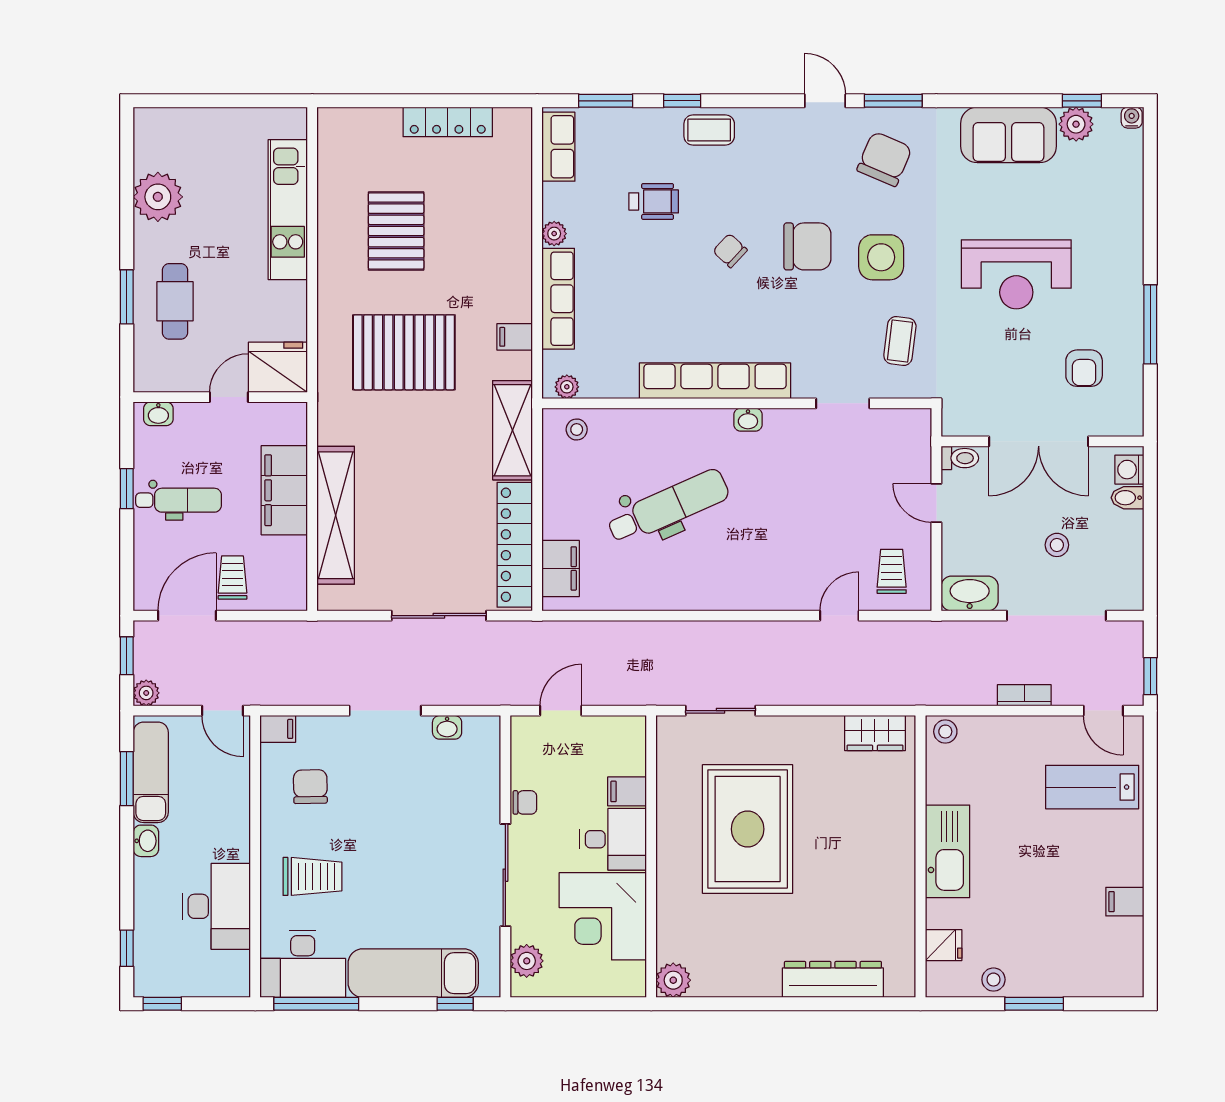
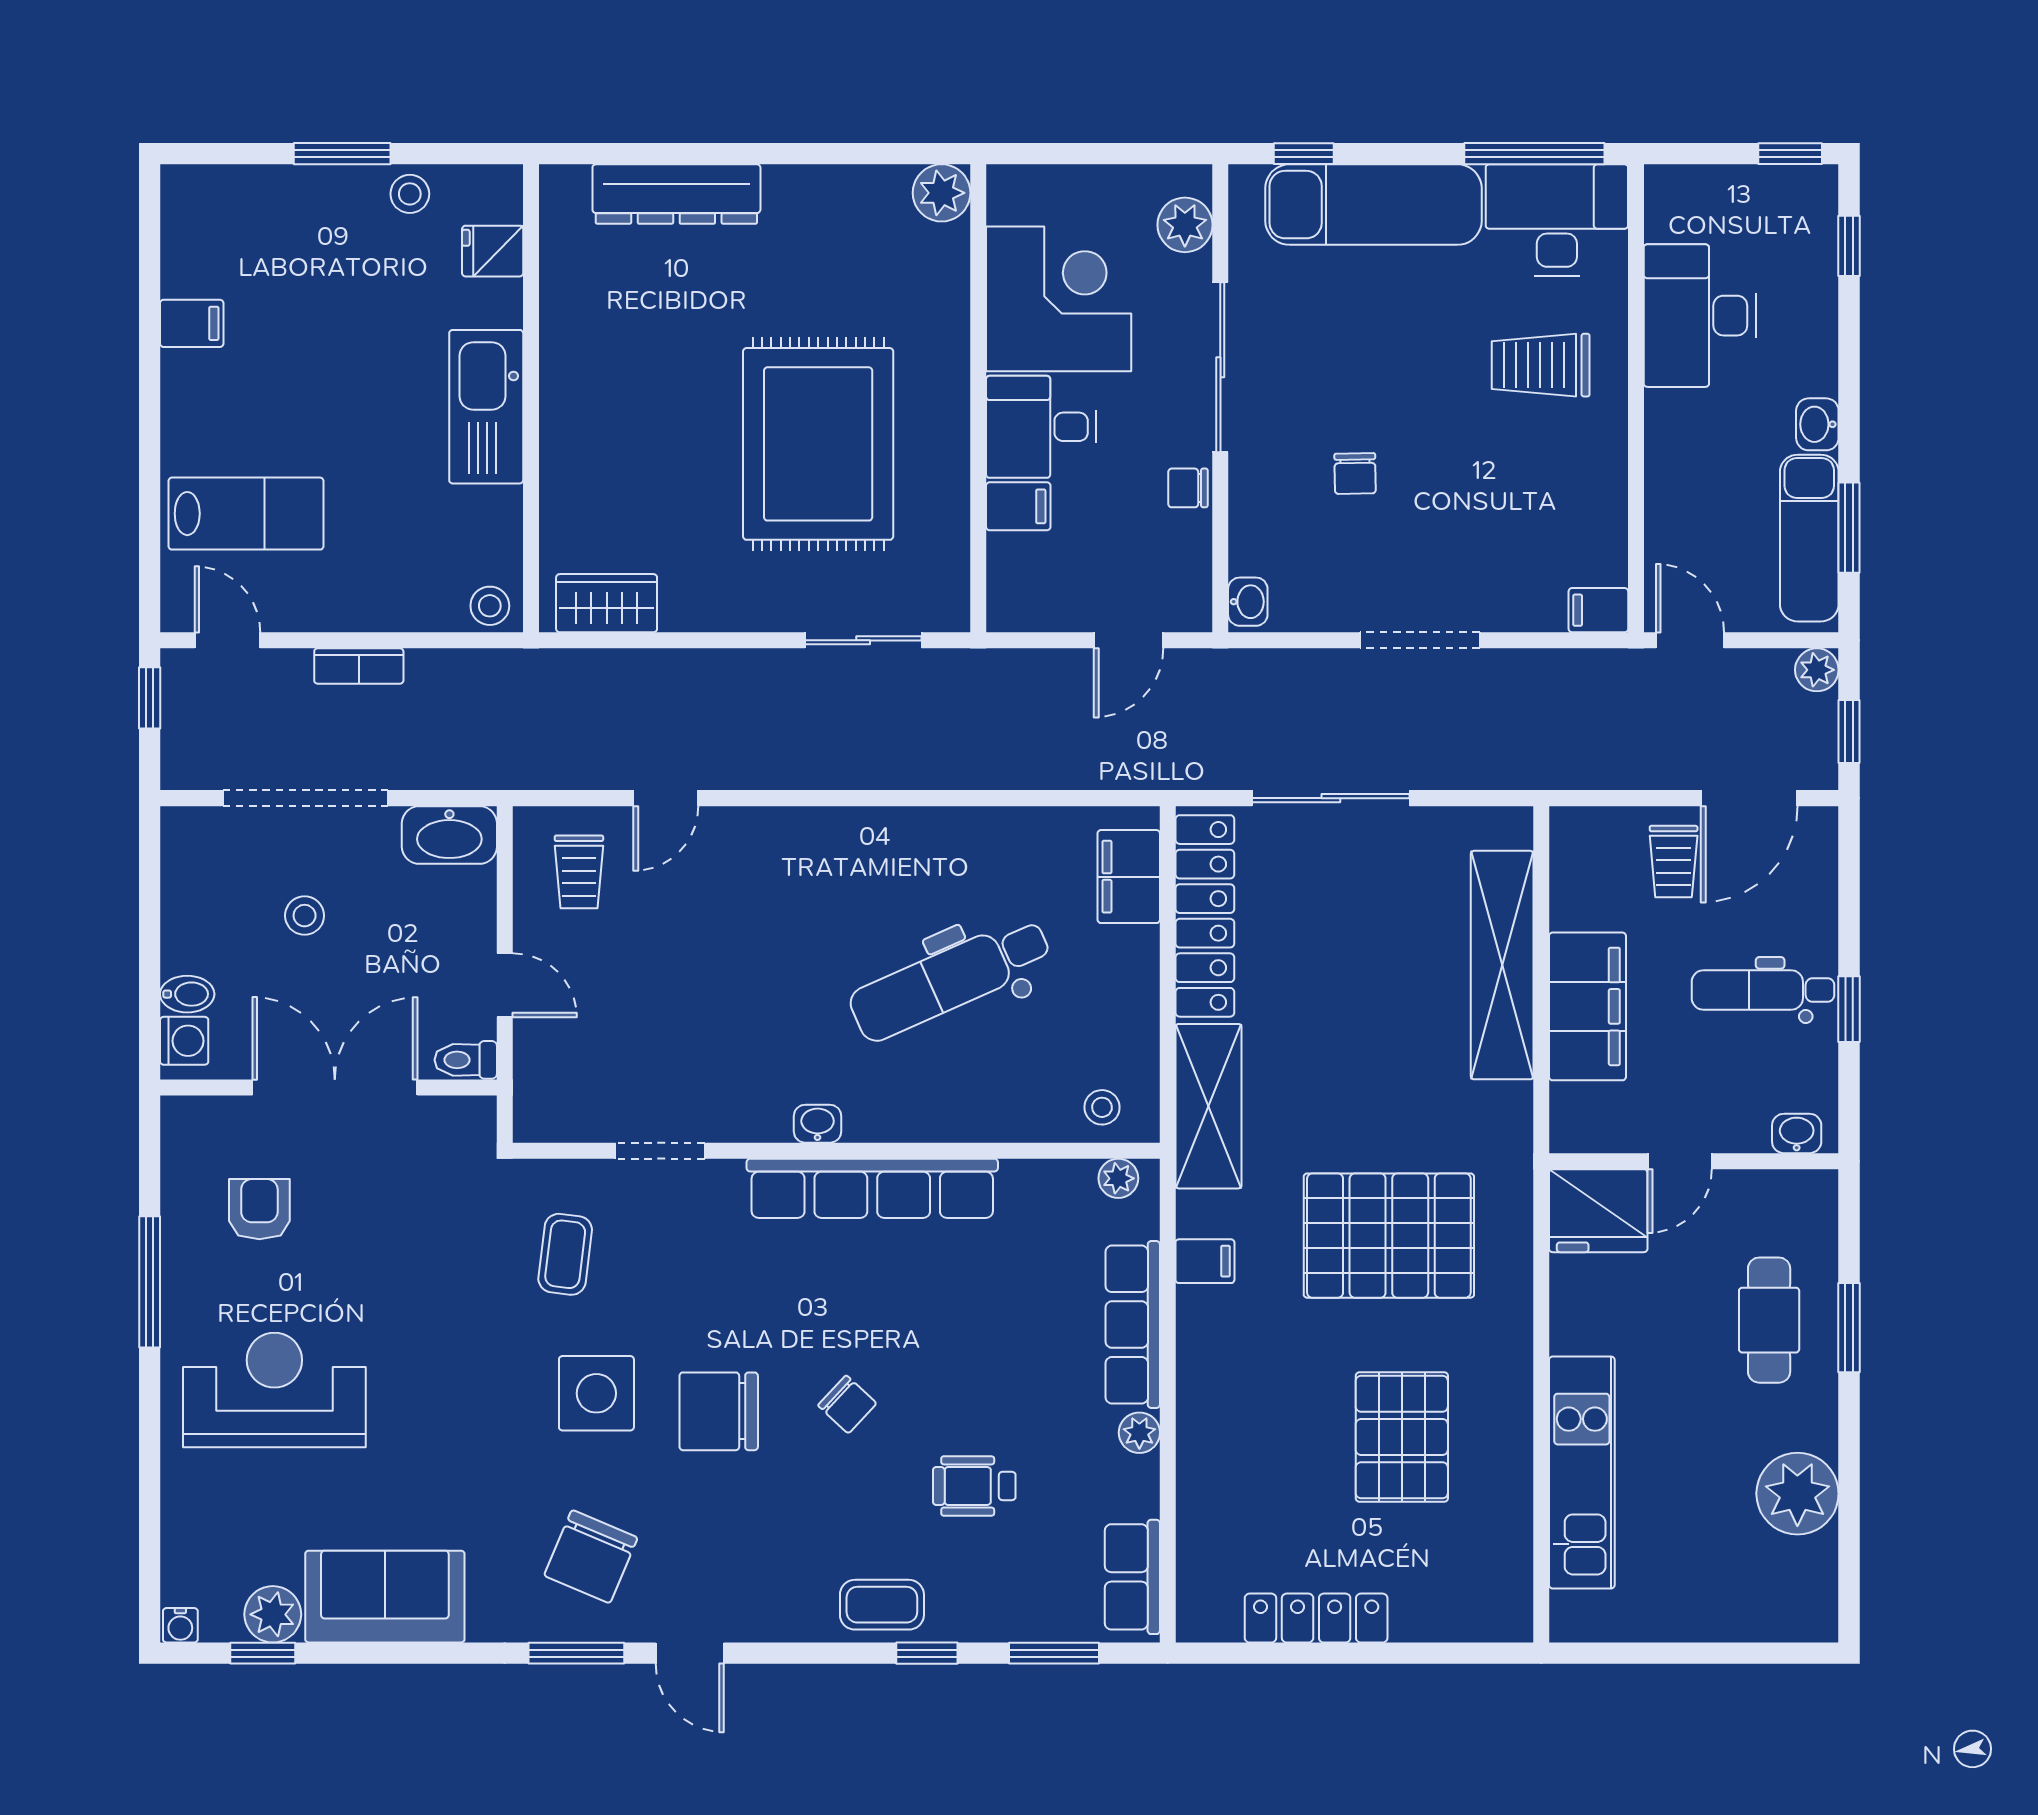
reception desk: (1016, 274) -> (274, 1390), moved
washbasin: (447, 727) -> (1248, 602), moved, turned 90
chair: (310, 787) -> (1355, 473), moved, width x0.73, depth x0.73

